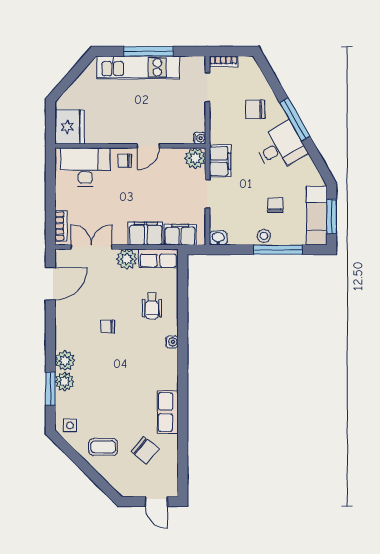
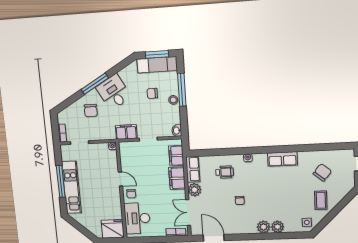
plant: (195, 158) -> (126, 148), removed
window: (50, 389) -> (283, 236), removed
row of seats: (168, 412) -> (282, 159), moved

